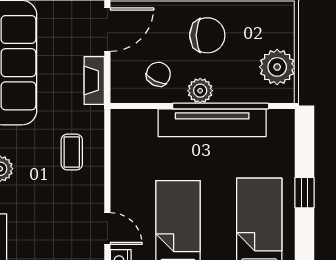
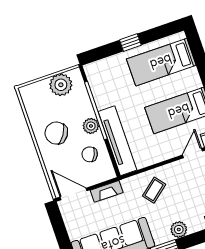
chair: (207, 35) -> (56, 133), turned -57
tv unit: (212, 123) -> (117, 141), moved
coffee table: (72, 152) -> (154, 190), turned -39

